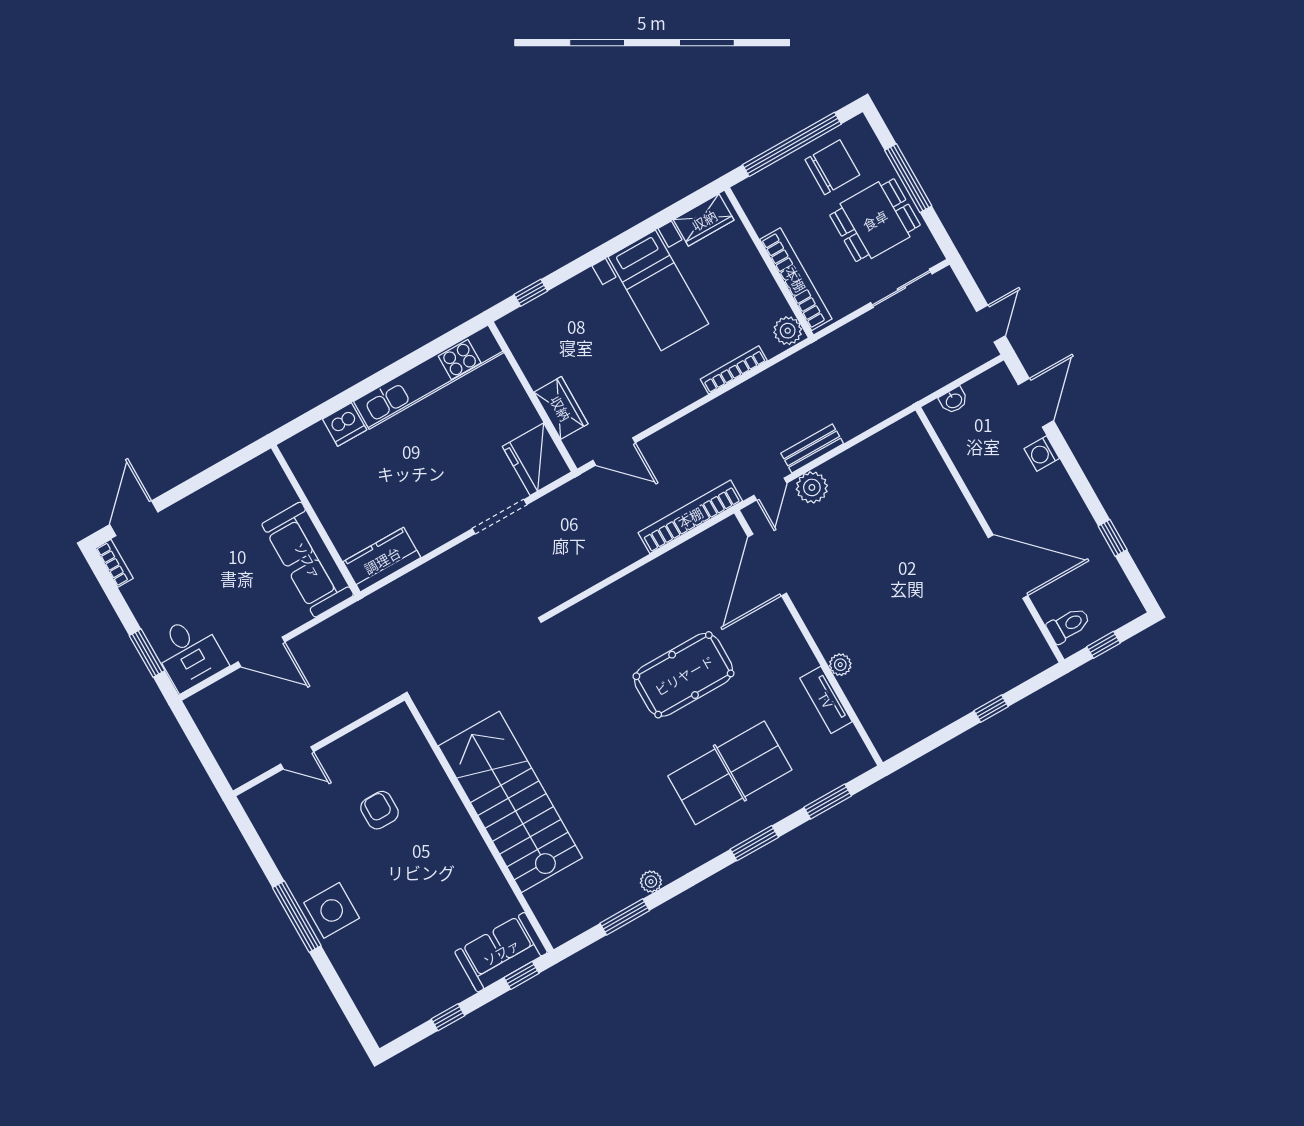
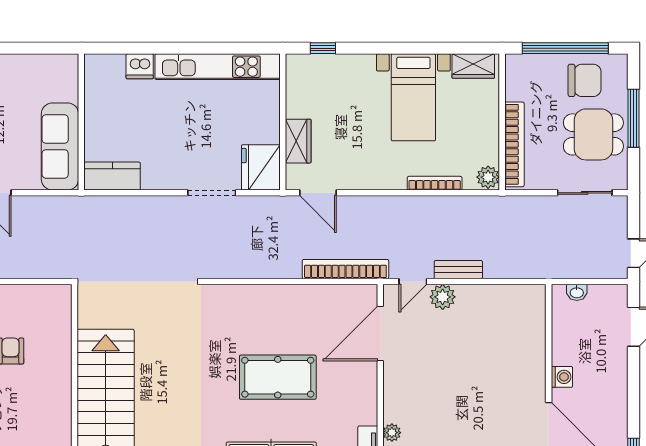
washing machine: (1042, 454) -> (562, 377), moved, turned 180

